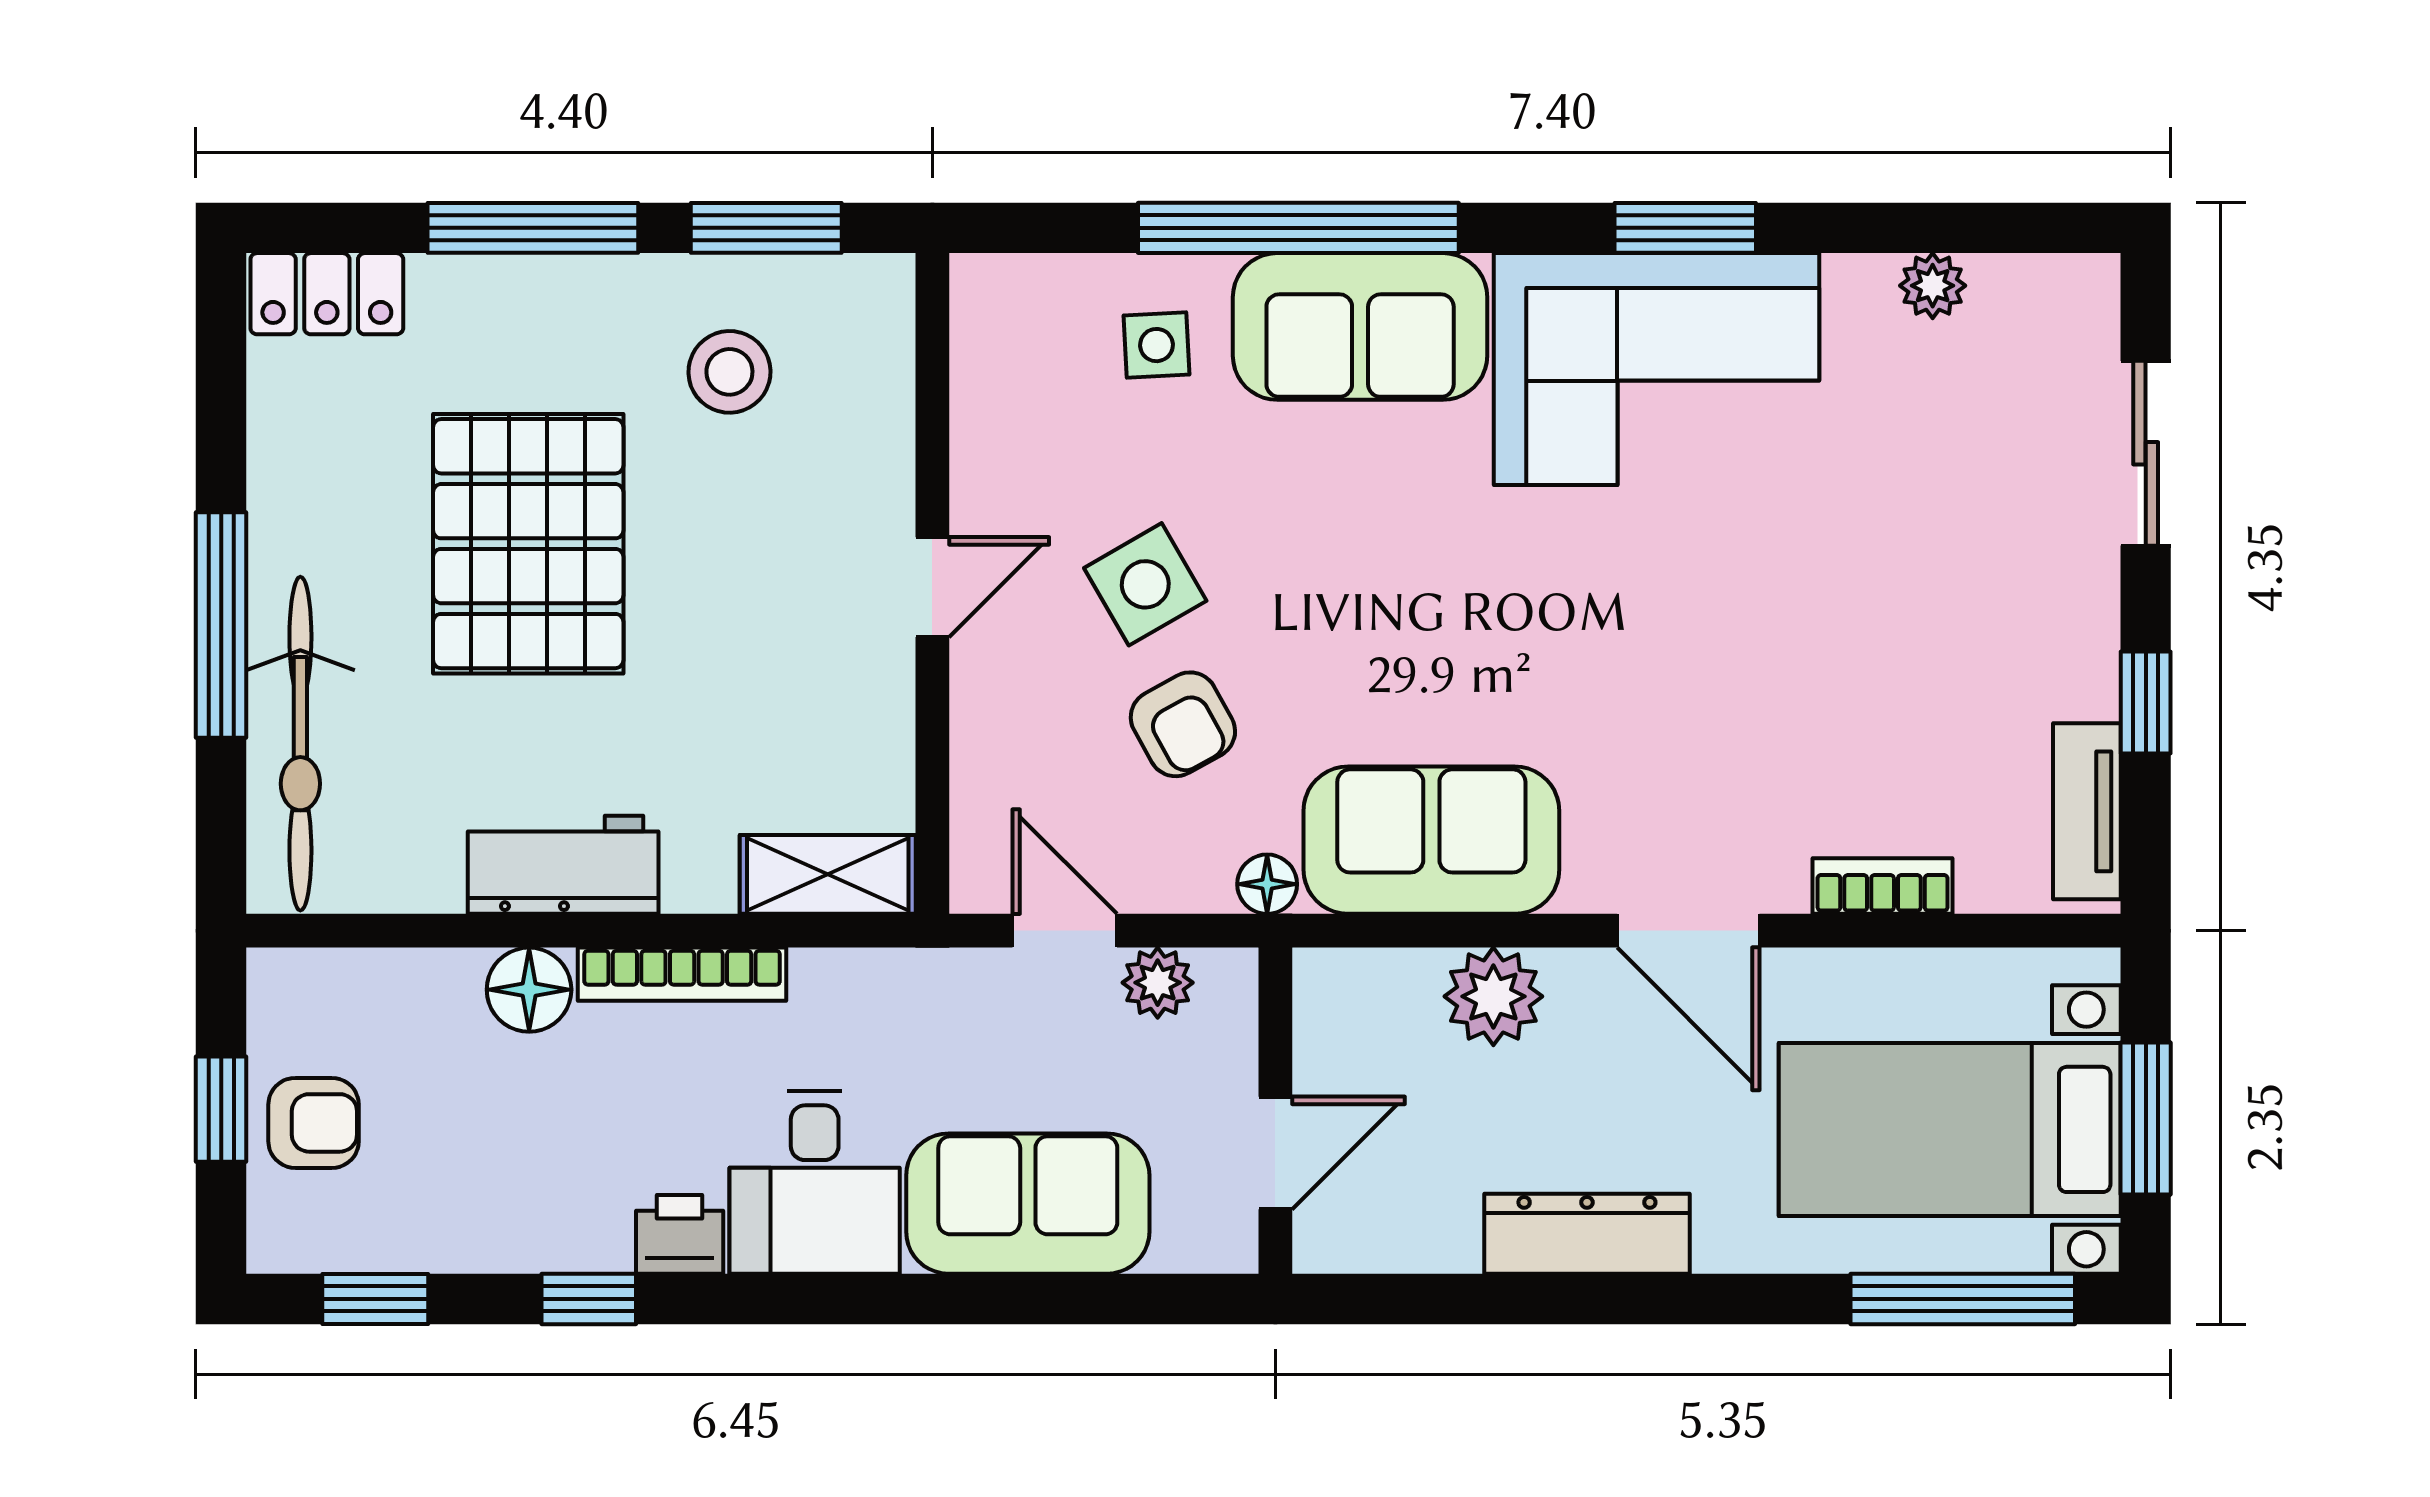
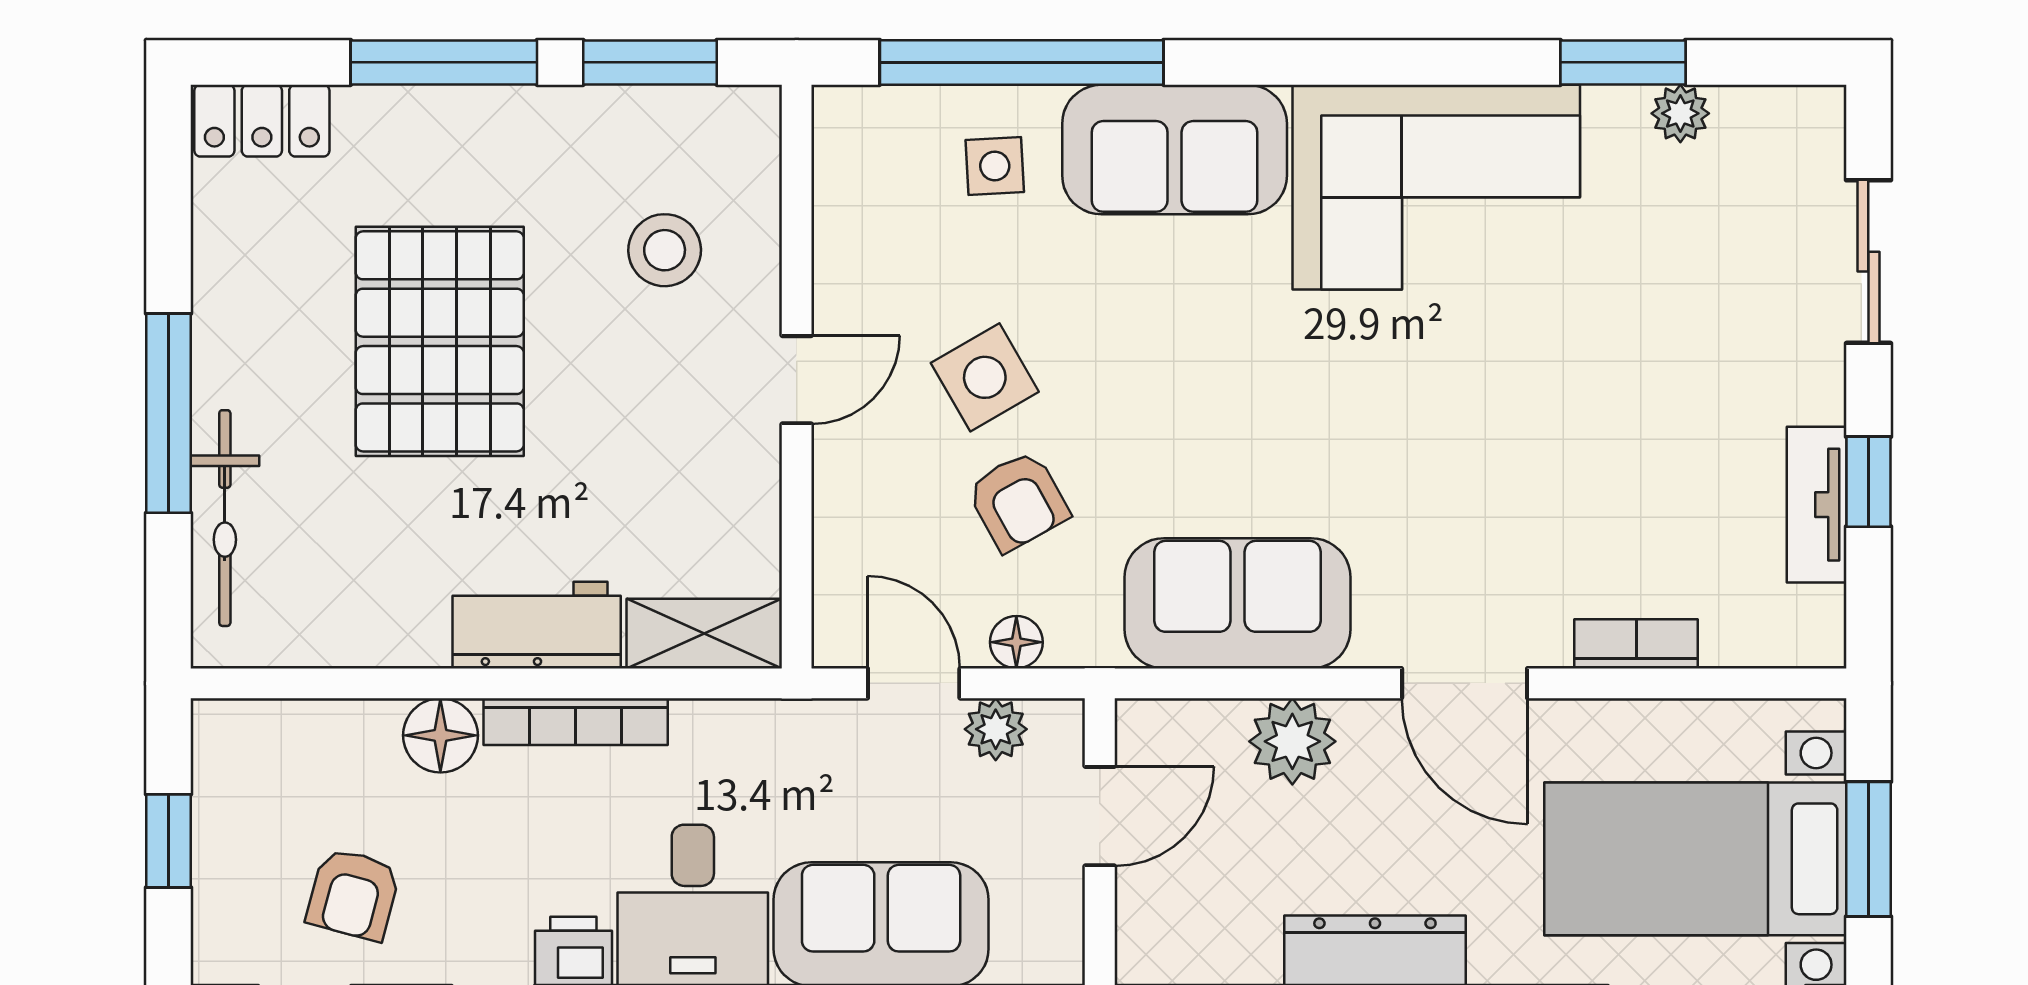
window: (1298, 228) -> (1022, 62), moved
window: (1685, 228) -> (1623, 62), moved
stool: (729, 372) -> (665, 250), moved
bicycle: (300, 744) -> (225, 518), width x0.73, depth x0.71
tv unit: (2087, 811) -> (1817, 505), moved
workbench: (563, 865) -> (537, 625), moved
floor lamp: (1267, 884) -> (1016, 642), moved
armchair: (314, 1123) -> (353, 894), moved, turned 105
door: (1275, 1153) -> (1100, 816), moved

